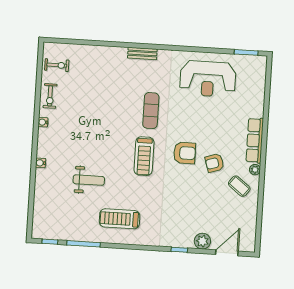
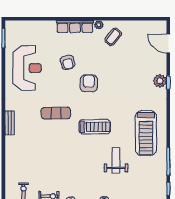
treadmill: (144, 156) -> (95, 127), moved
armchair: (215, 163) -> (68, 62), moved
treadmill: (120, 219) -> (146, 133), width x1.37, depth x1.38
plant: (202, 241) -> (160, 81), moved

